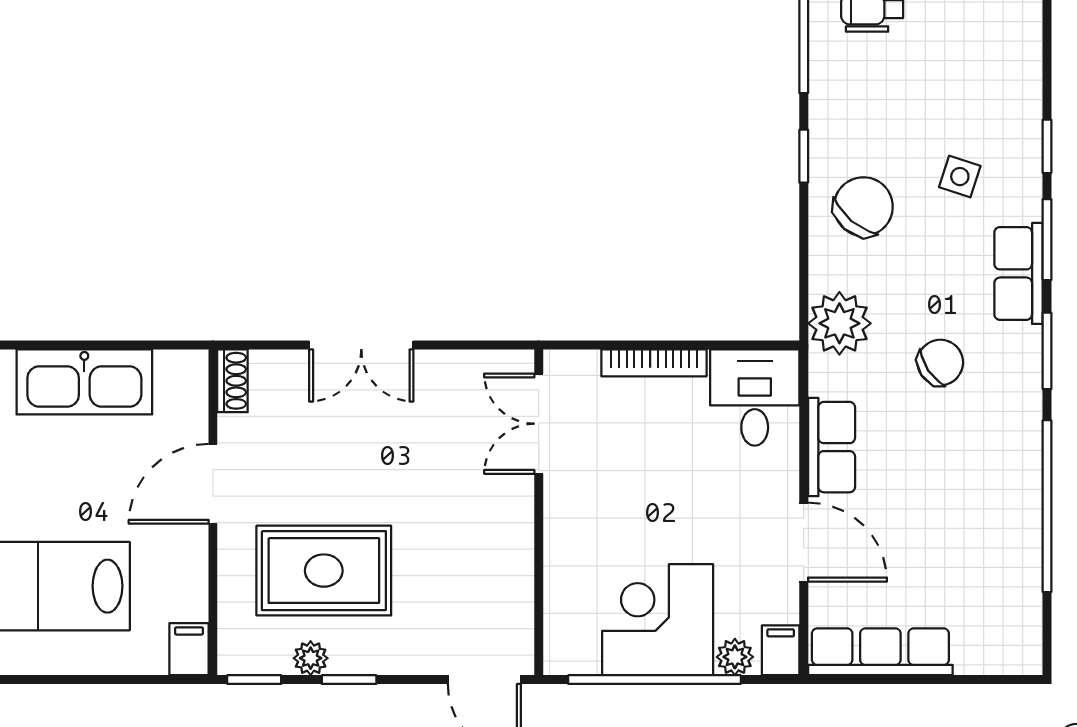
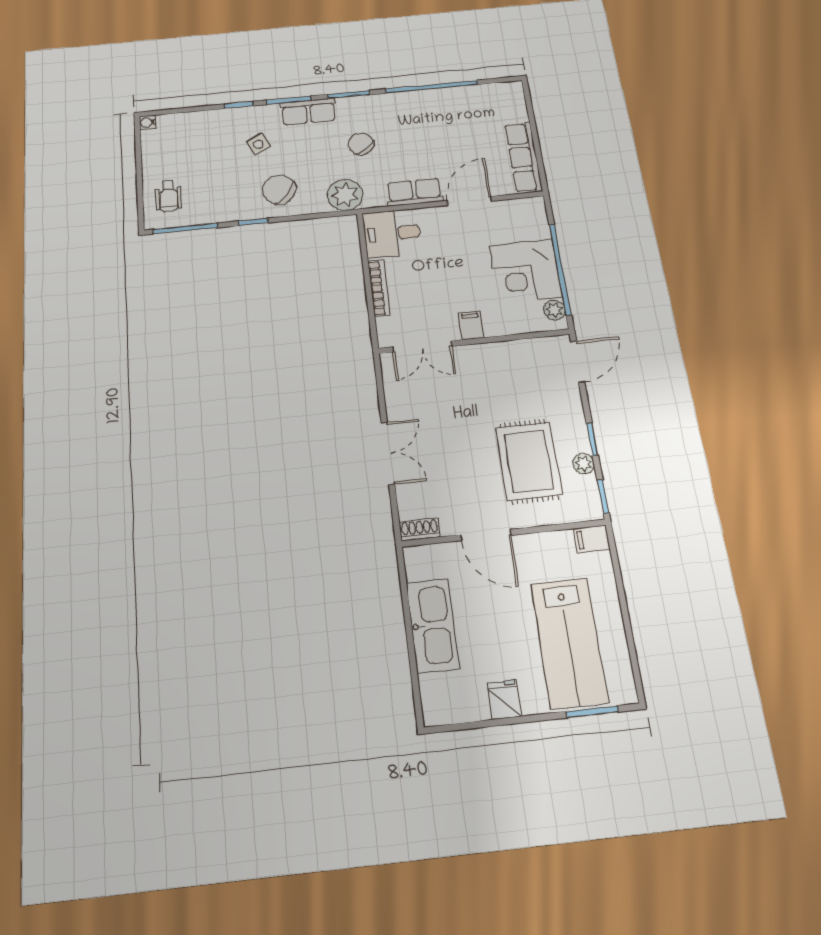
side table: (960, 177) -> (258, 144), turned 45
filing cabinet: (781, 650) -> (471, 325), moved, turned 90
plant: (735, 657) -> (555, 310), moved

